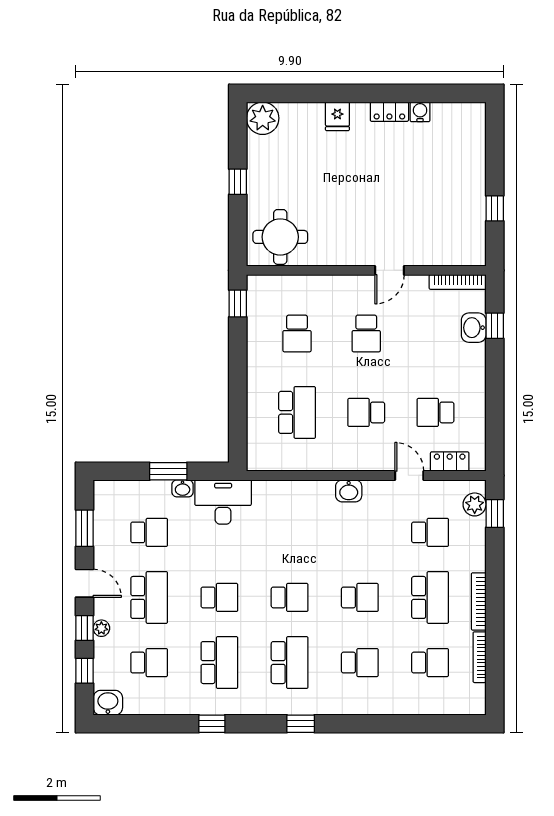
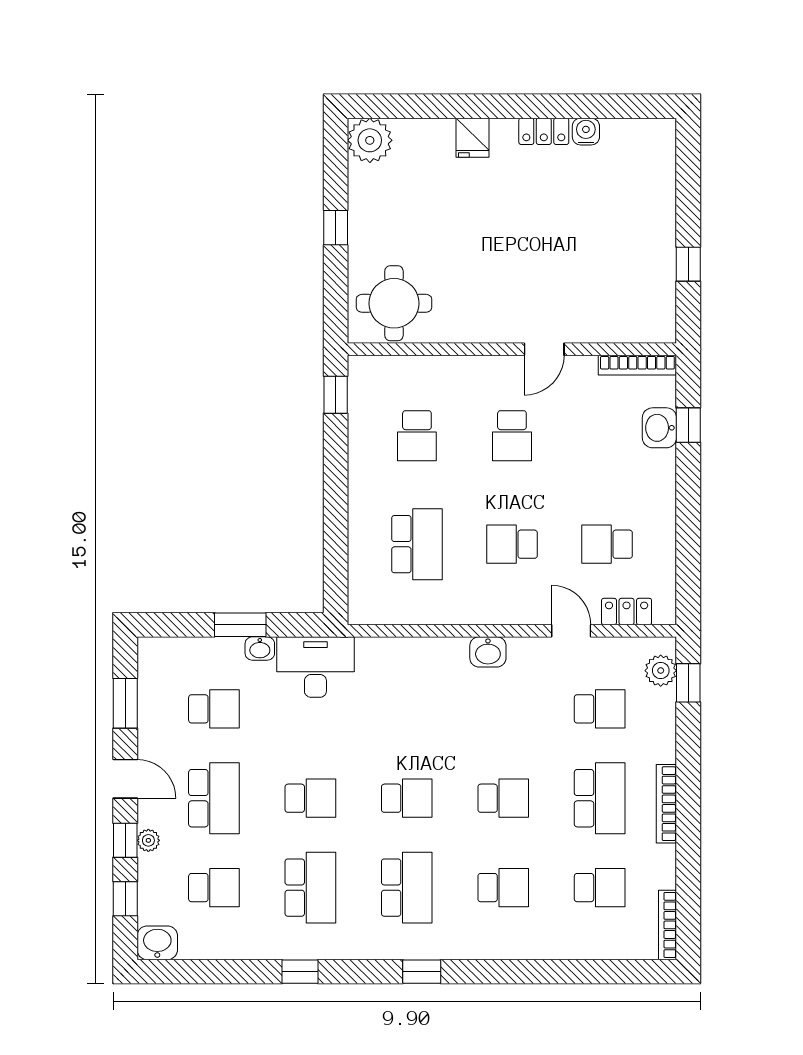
bookcase: (480, 657) -> (668, 925), moved

